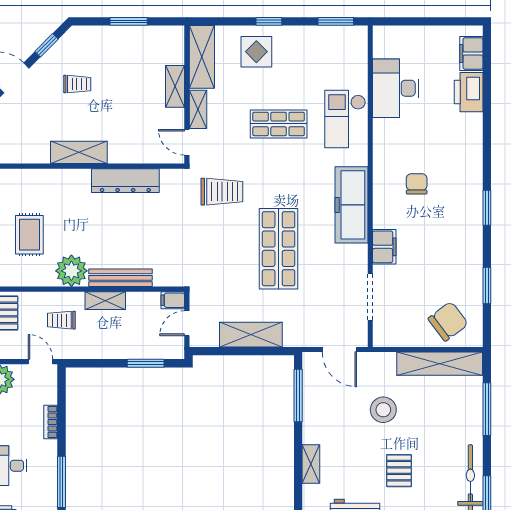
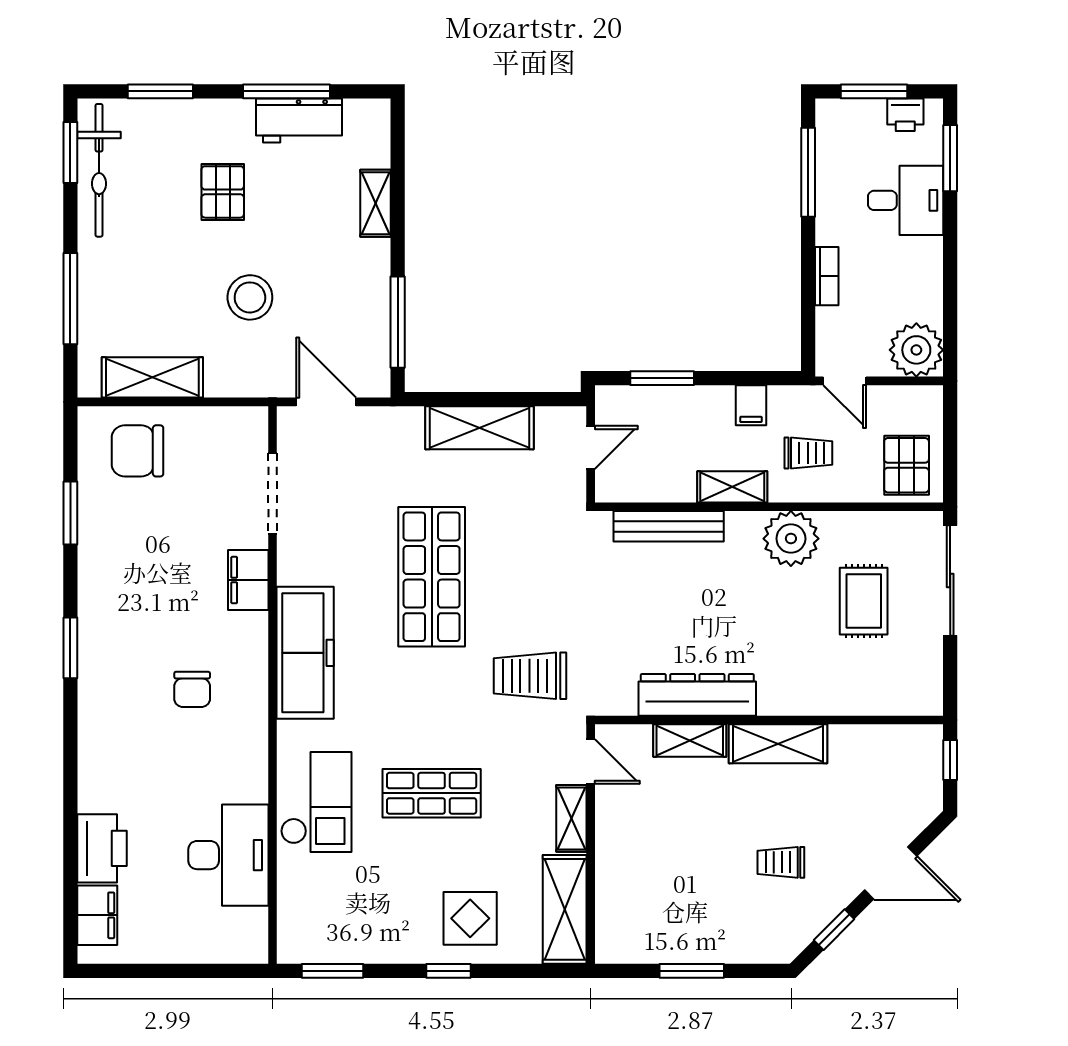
shelving: (175, 86) -> (690, 740), moved, turned 90
bench: (121, 278) -> (669, 526), moved
filing cabinet: (173, 300) -> (751, 405), moved, turned 90
chair: (448, 321) -> (138, 451), turned 37
shelving: (440, 364) -> (152, 377), width x0.68

